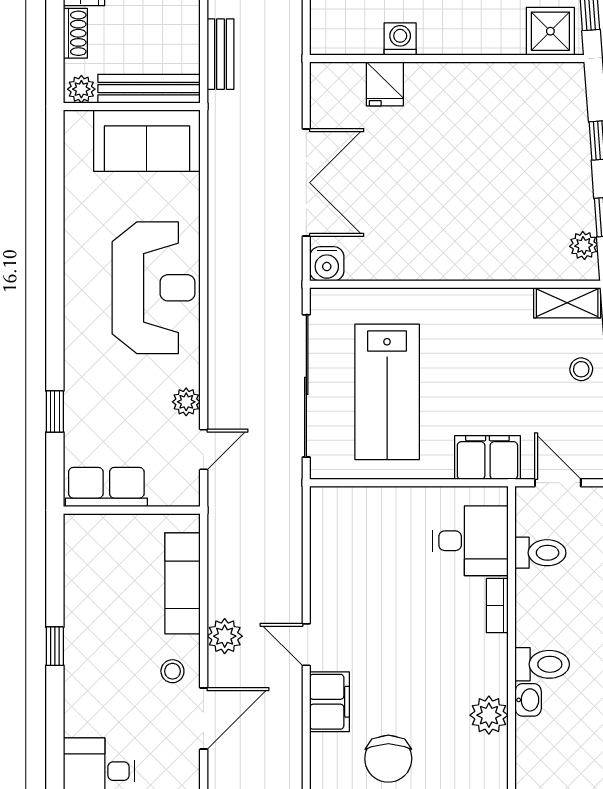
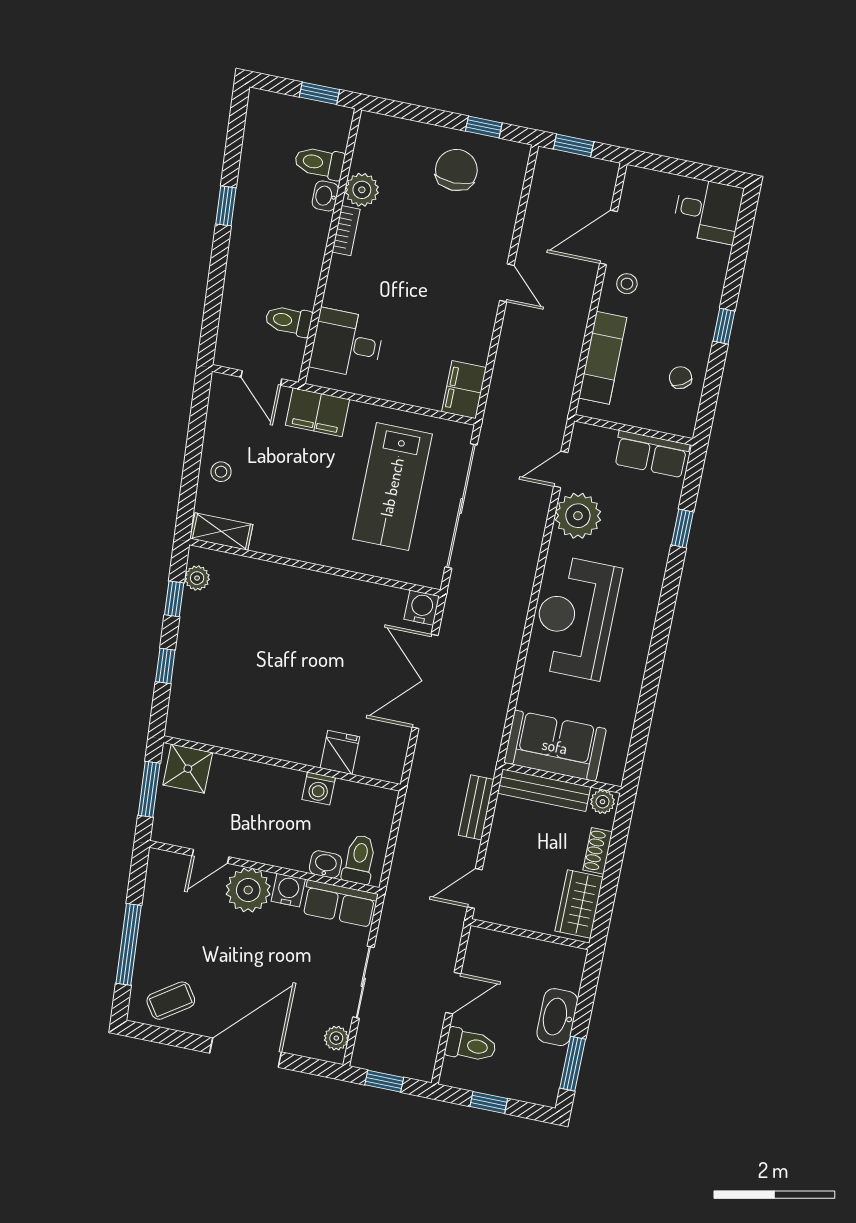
lab bench: (387, 392) -> (392, 487), turned 180
plant: (186, 402) -> (578, 516), width x1.88, depth x1.88
chair: (91, 579) -> (680, 378), added
bookcase: (497, 606) -> (346, 231), moved
plant: (225, 636) -> (576, 305), removed
toilet: (542, 664) -> (320, 163), moved
filing cabinet: (330, 702) -> (464, 390), moved

